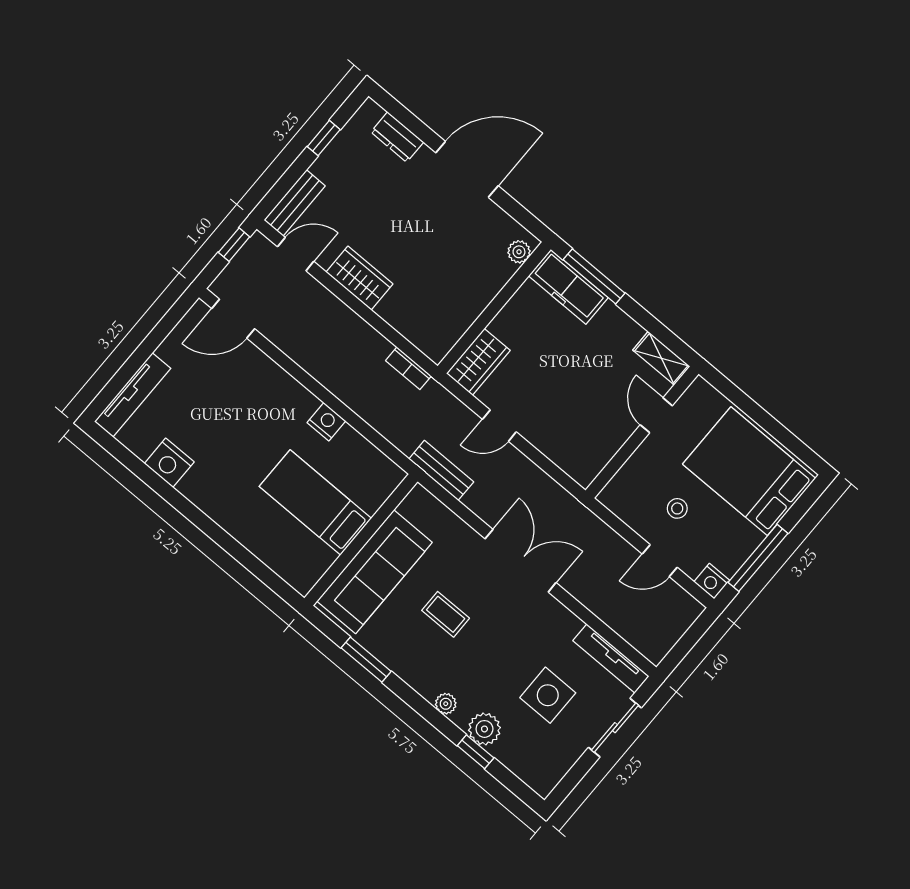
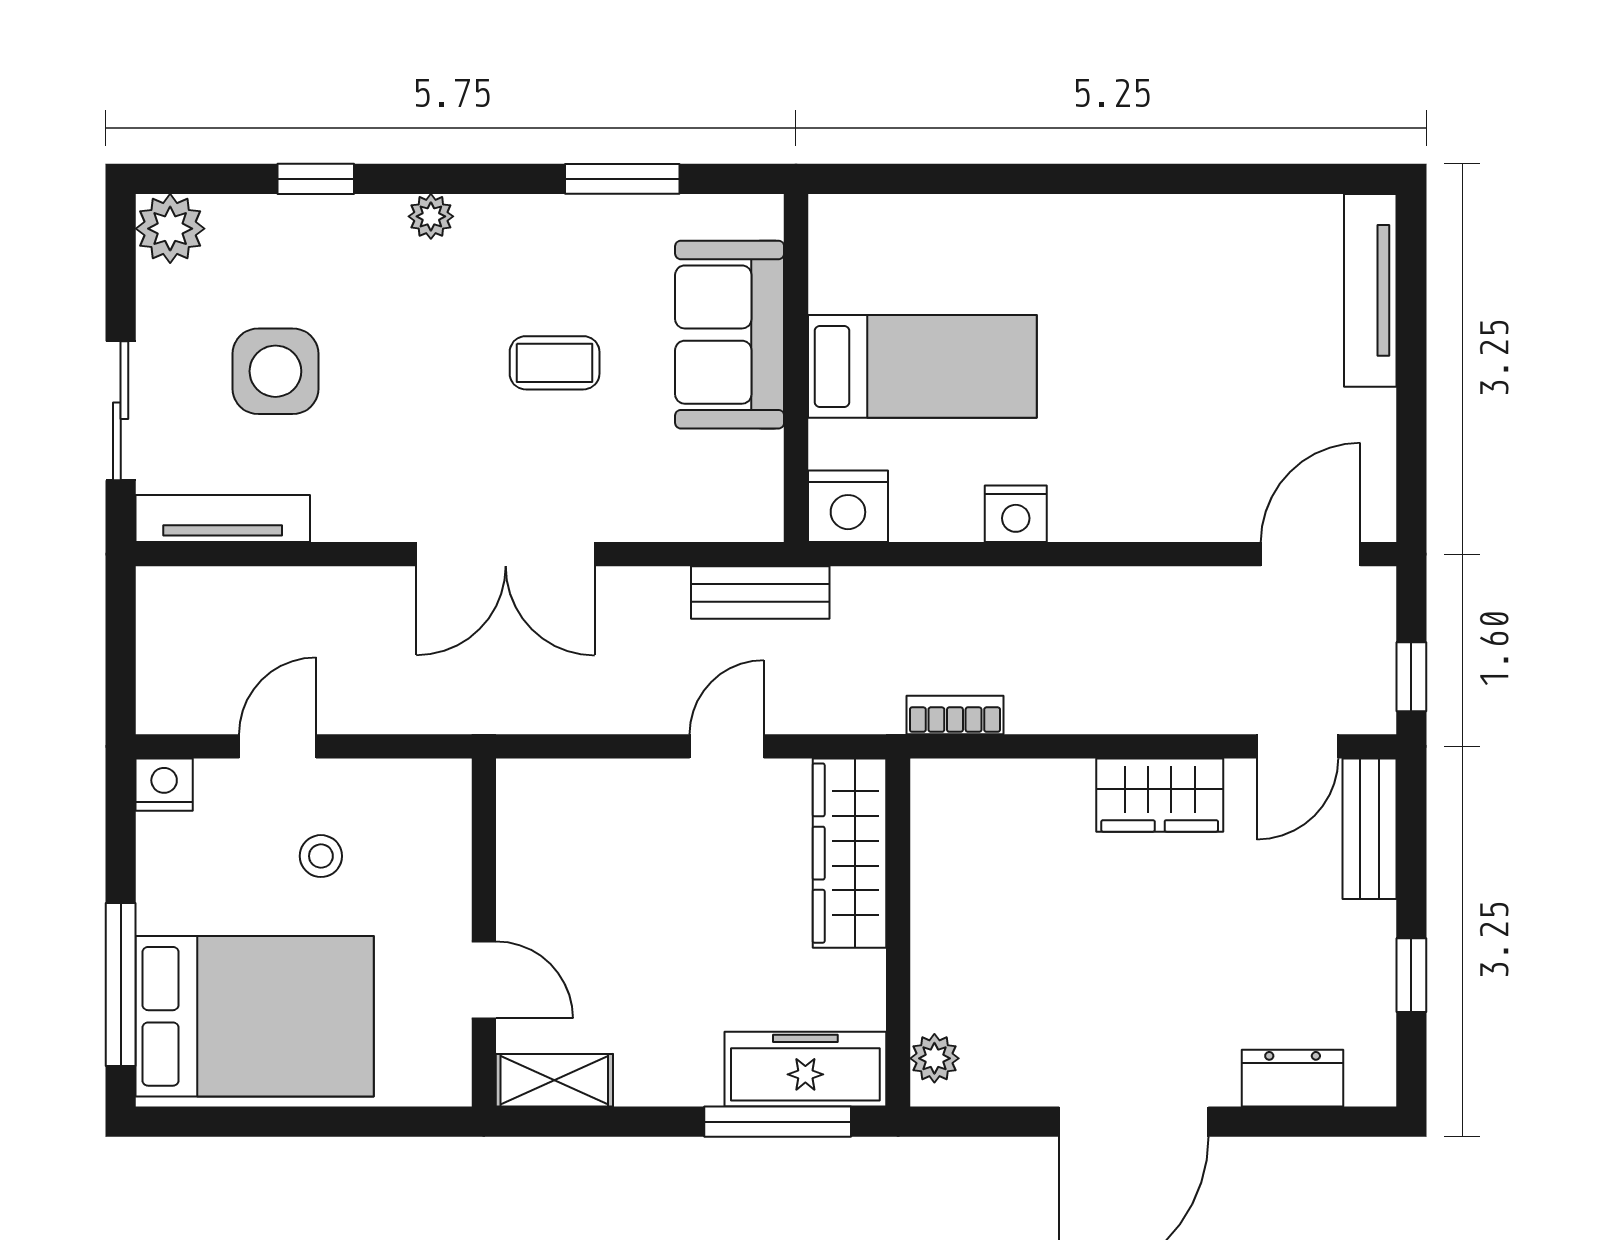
wardrobe: (478, 362) -> (849, 853), width x1.50
nightstand: (169, 463) -> (848, 506), moved, turned 180
window: (758, 558) -> (121, 984), moved
sofa: (375, 572) -> (730, 335), width x0.73
plant: (484, 729) -> (170, 229), moved

